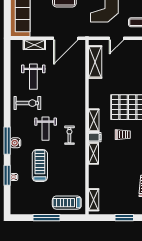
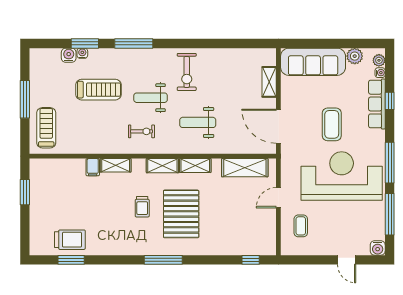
door: (116, 38) -> (278, 198), hinge flipped
weight bench: (33, 77) -> (198, 122), moved
filing cabinet: (95, 137) -> (93, 167), moved
water cooler: (15, 143) -> (69, 55), moved
shelving: (94, 200) -> (195, 165), moved
window: (124, 218) -> (25, 192), moved

